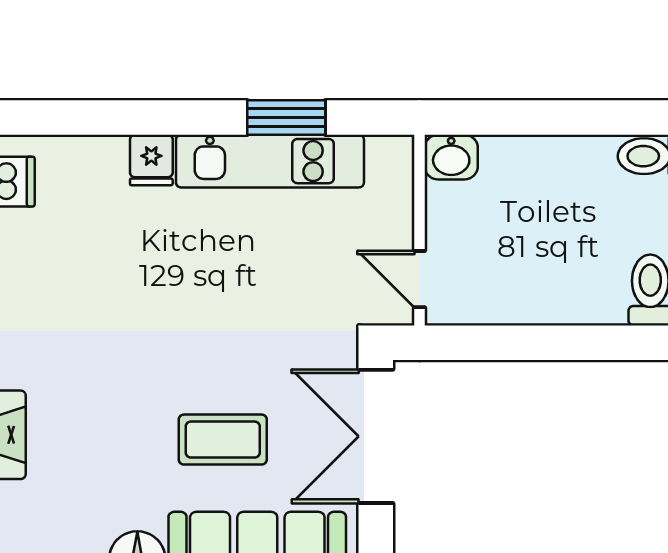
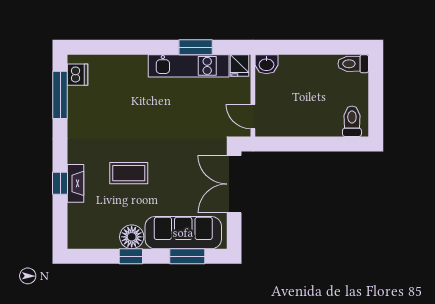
fridge: (151, 160) -> (240, 65), moved
coffee table: (223, 440) -> (129, 173), moved

